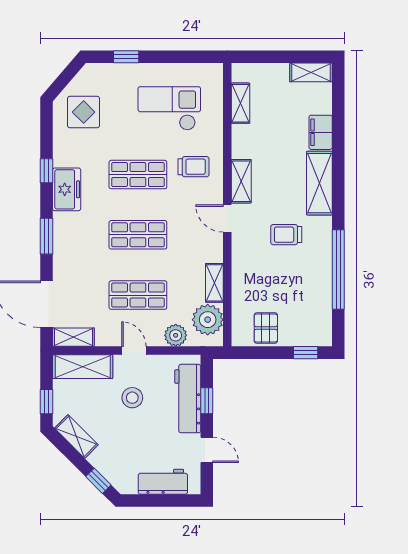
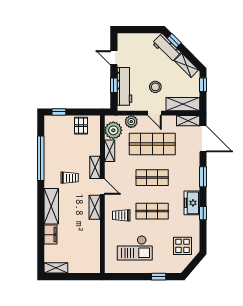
shelving: (241, 103) -> (95, 167), moved
shop shelf: (138, 295) -> (152, 144), width x1.43, depth x1.36
workbench: (163, 482) -> (167, 48), moved, turned 45

